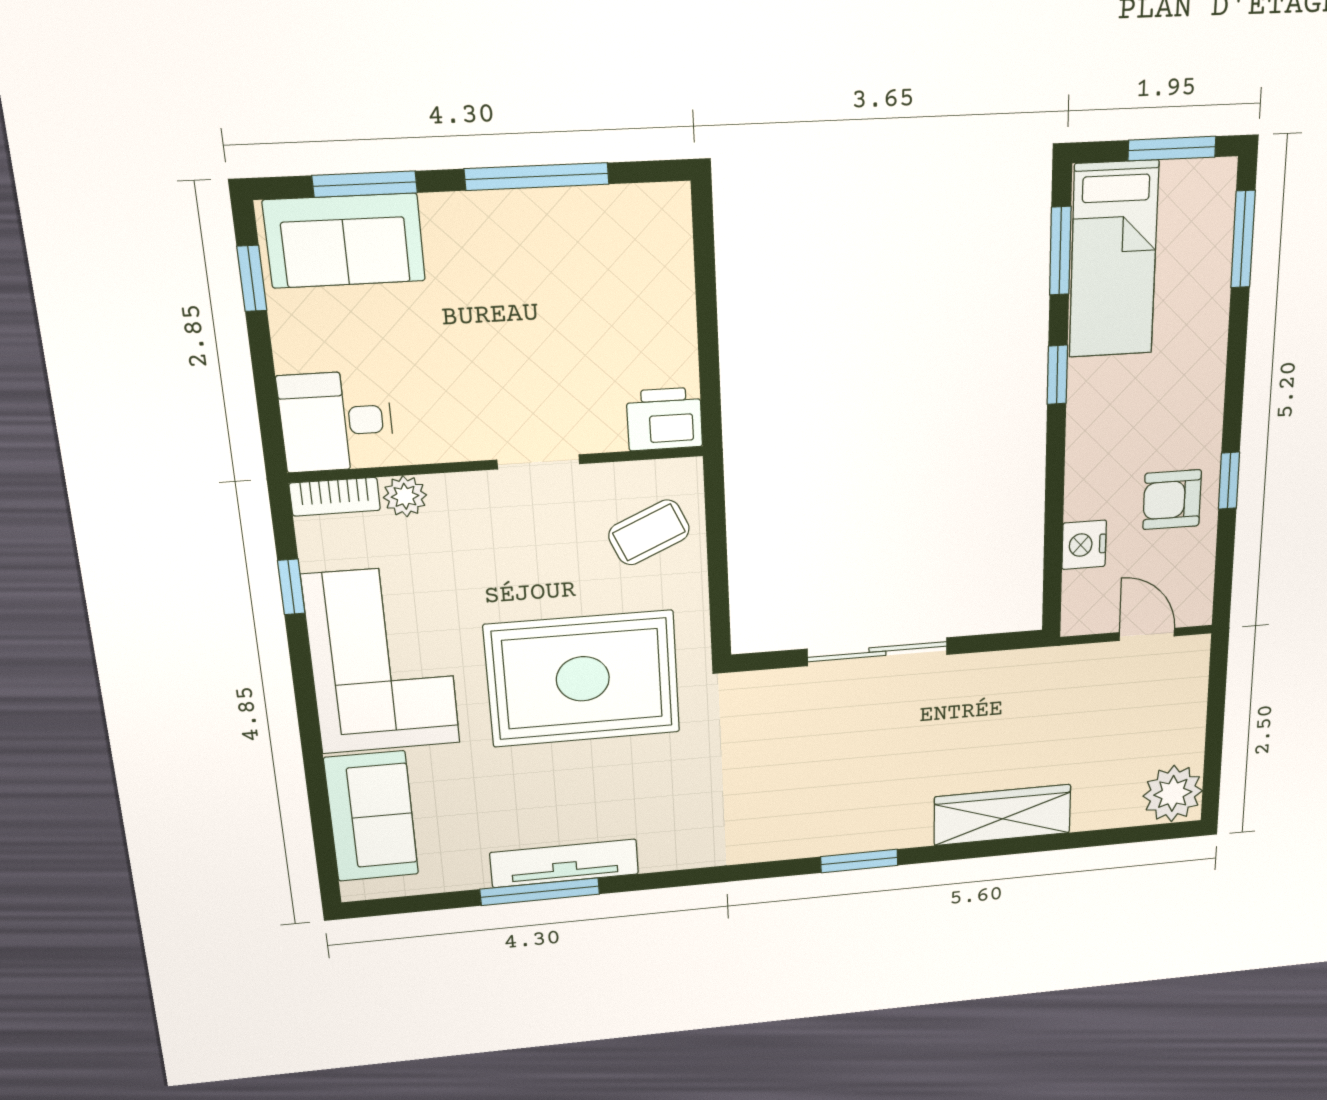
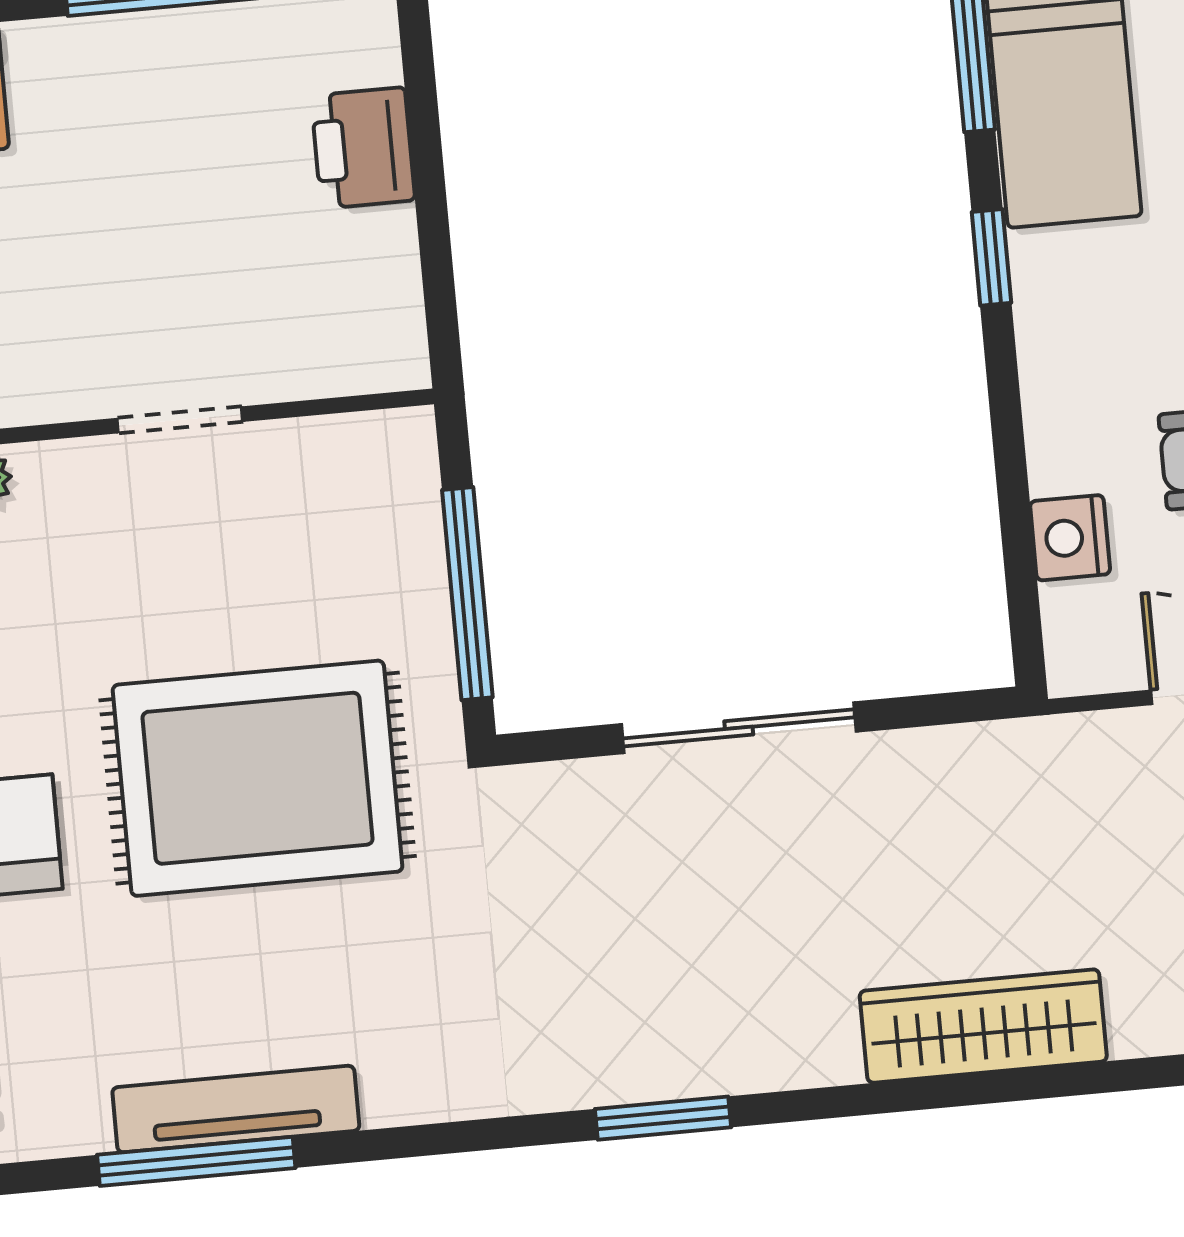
printer: (664, 419) -> (363, 148), moved, turned -90
coffee table: (649, 532) -> (355, 530), removed
window: (718, 572) -> (467, 594), added
window: (859, 861) -> (663, 1118), moved

